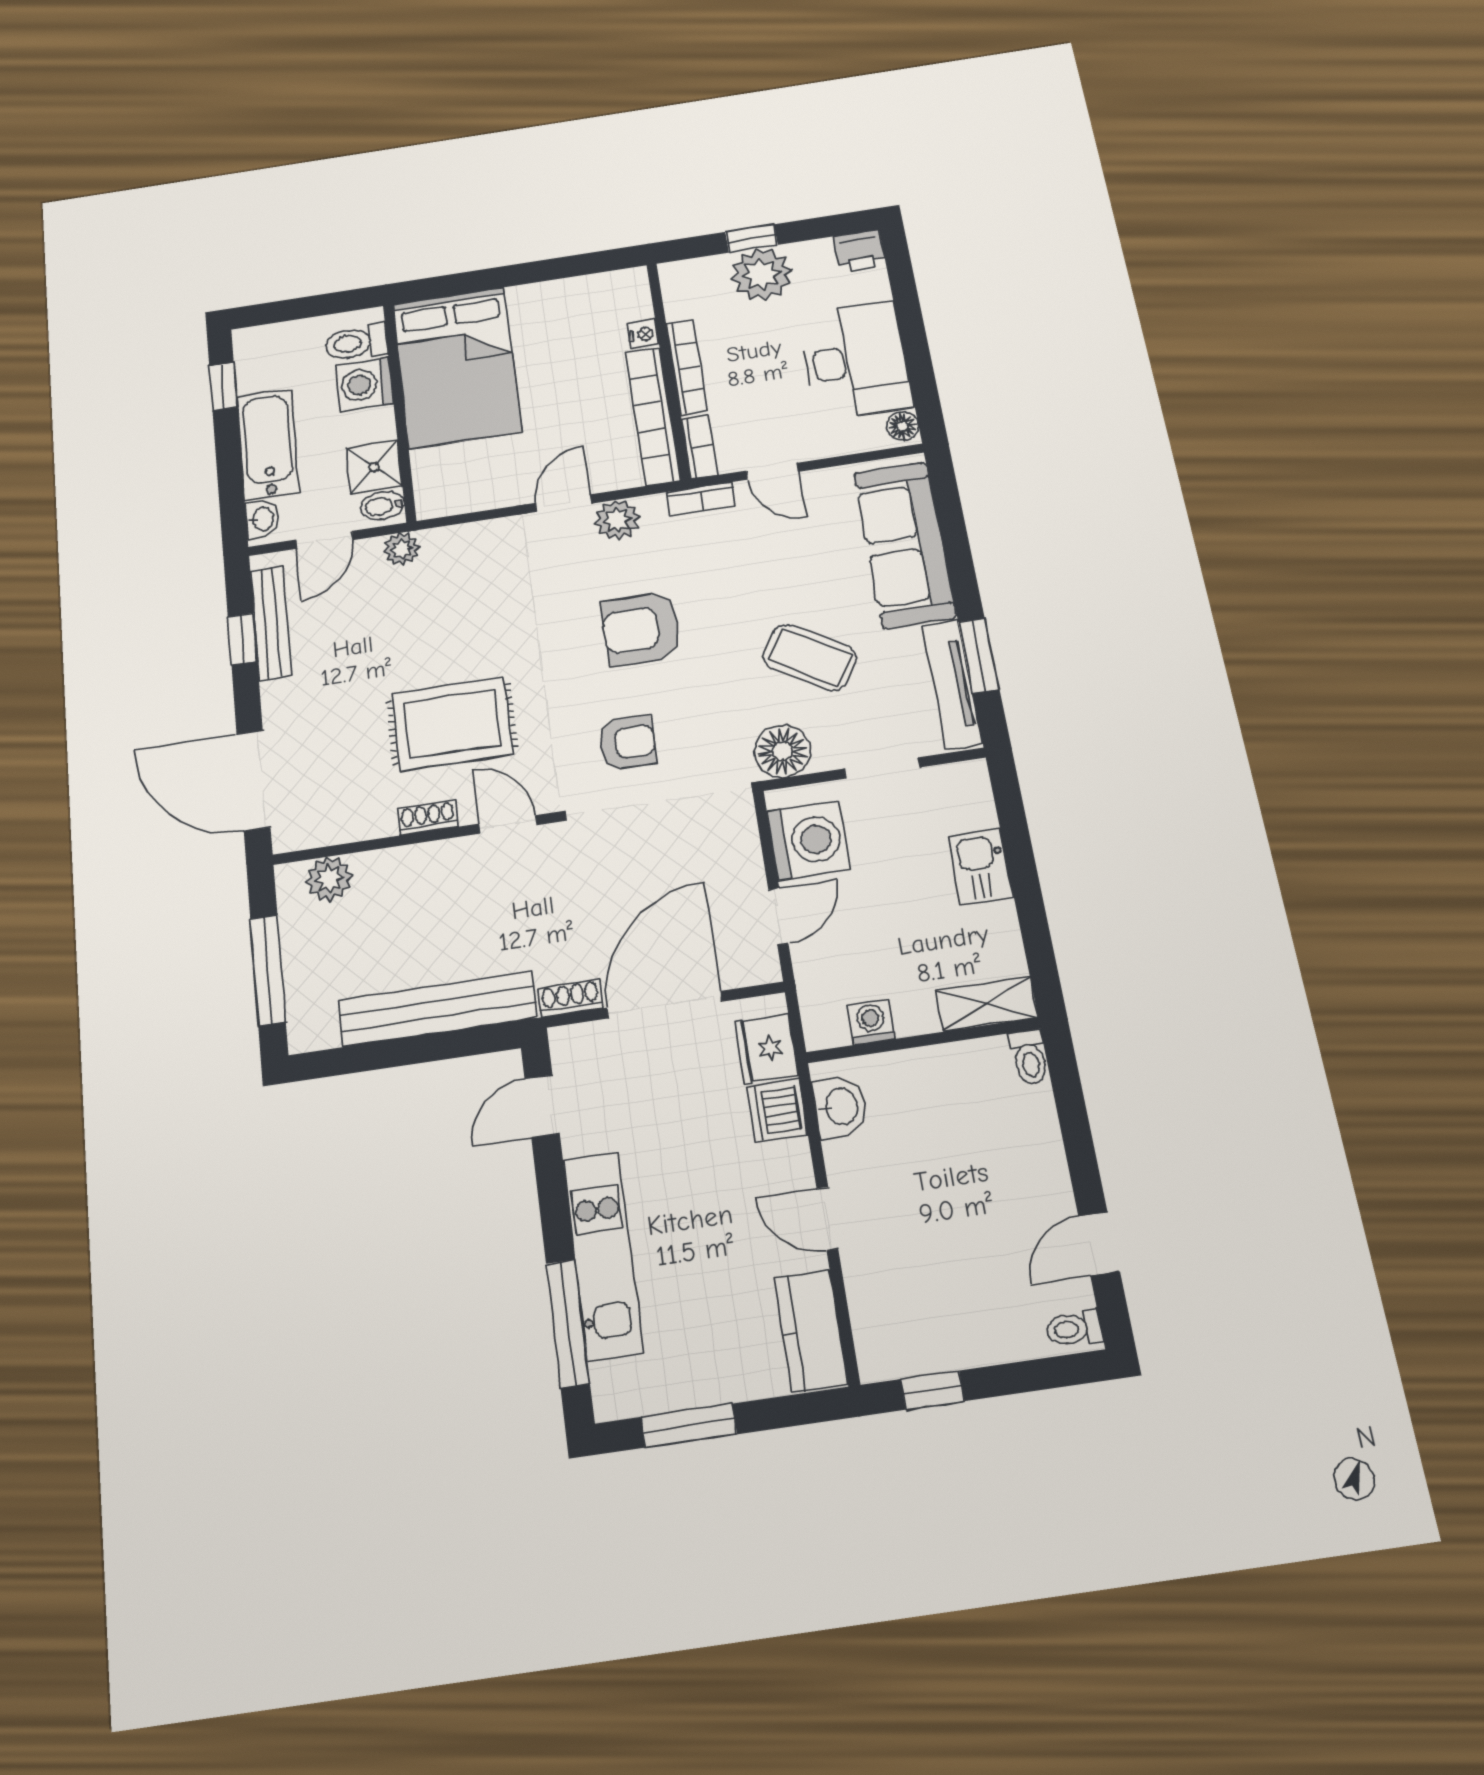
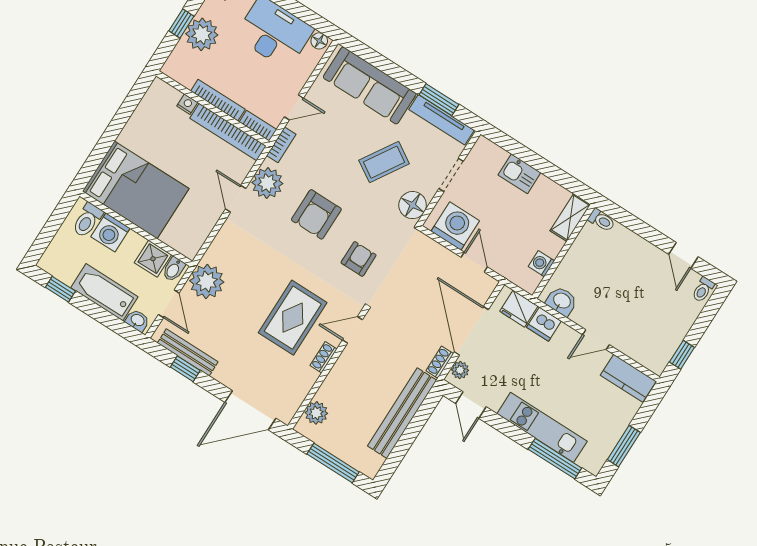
plant: (617, 520) -> (267, 183), width x1.36, depth x1.36
plant: (402, 549) -> (207, 281), width x1.87, depth x1.87
plant: (585, 1041) -> (460, 370), added

